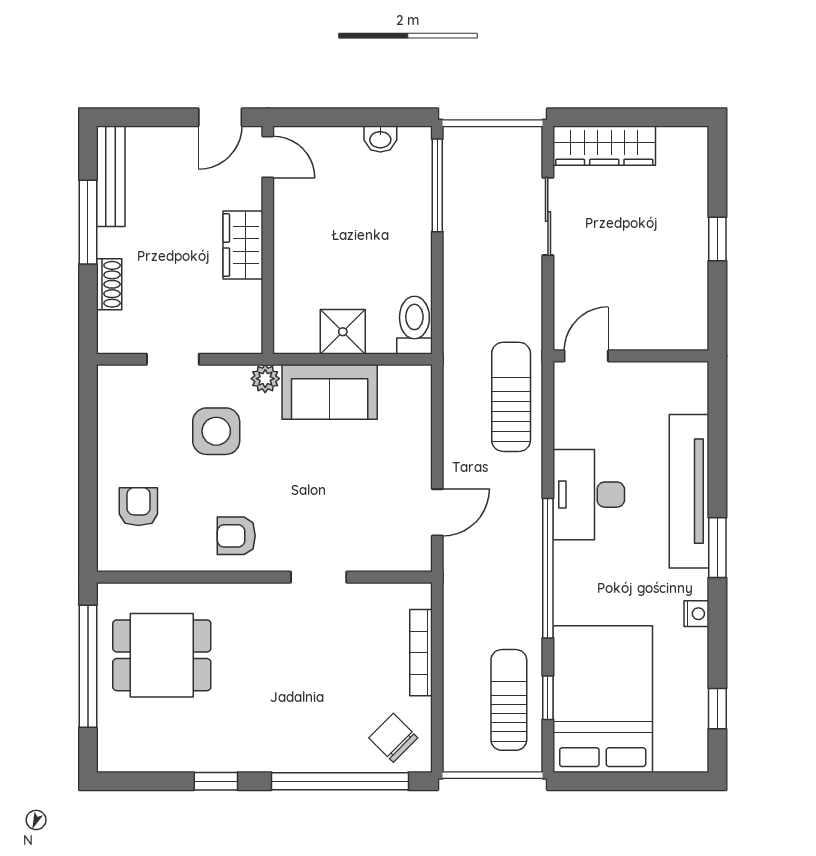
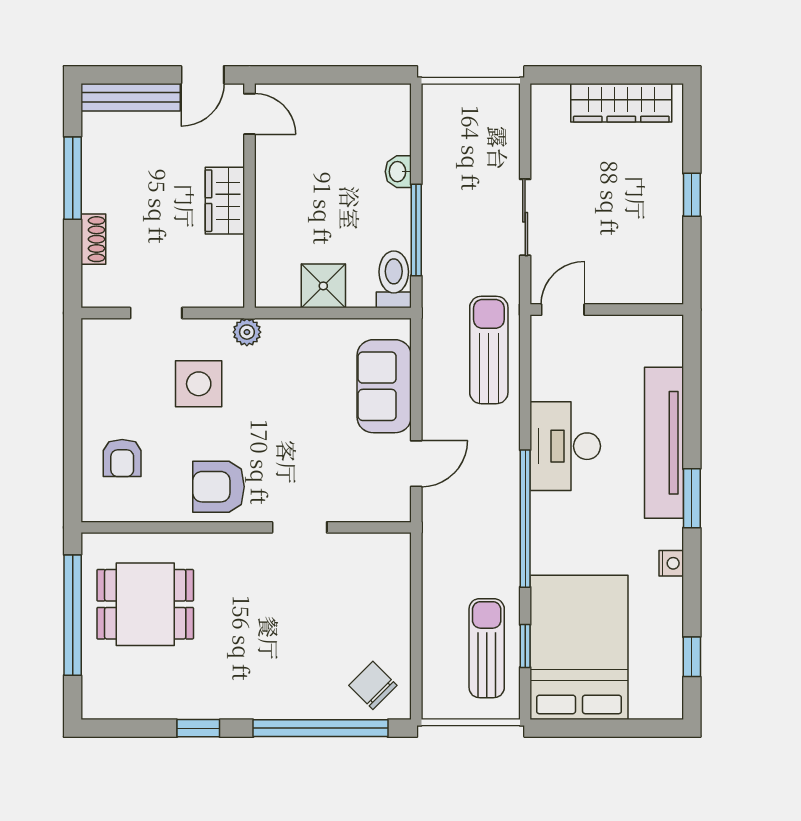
washbasin: (380, 139) -> (398, 172), moved, turned 90
wardrobe: (604, 146) -> (621, 103), moved
bench: (111, 176) -> (131, 97), moved, turned 90
window: (437, 185) -> (416, 230), moved
sliding door: (548, 216) -> (525, 217), moved
sofa: (330, 392) -> (384, 386), moved, turned 90
armchair: (138, 507) -> (122, 458), turned 180
armchair: (236, 536) -> (219, 487), width x1.38, depth x1.38
bookcase: (421, 653) -> (400, 602), removed

